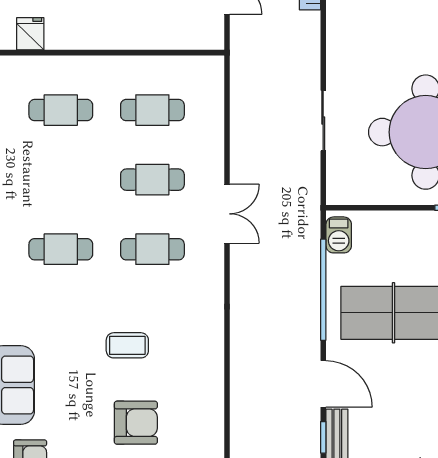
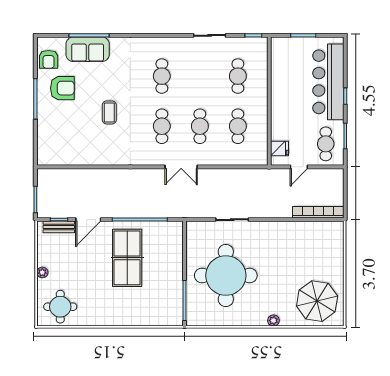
fridge: (30, 34) -> (280, 149), moved
barbecue: (339, 235) -> (170, 228), removed
armchair: (136, 423) -> (62, 88), moved, turned -90

